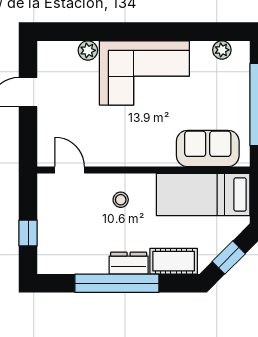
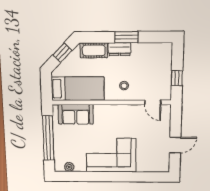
plant: (88, 50) -> (142, 167), removed
window: (28, 233) -> (177, 78), moved
window: (117, 283) -> (126, 37), width x0.47

